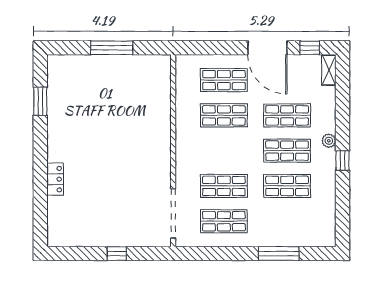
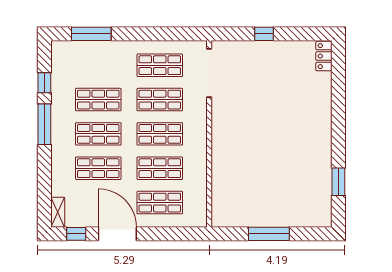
plant: (329, 141) -> (58, 144), removed
shop shelf: (224, 151) -> (160, 134), added
window: (343, 161) -> (44, 124), width x2.17
locker: (55, 179) -> (324, 56), moved
window: (343, 203) -> (44, 83), added
window: (279, 253) -> (91, 34), moved

